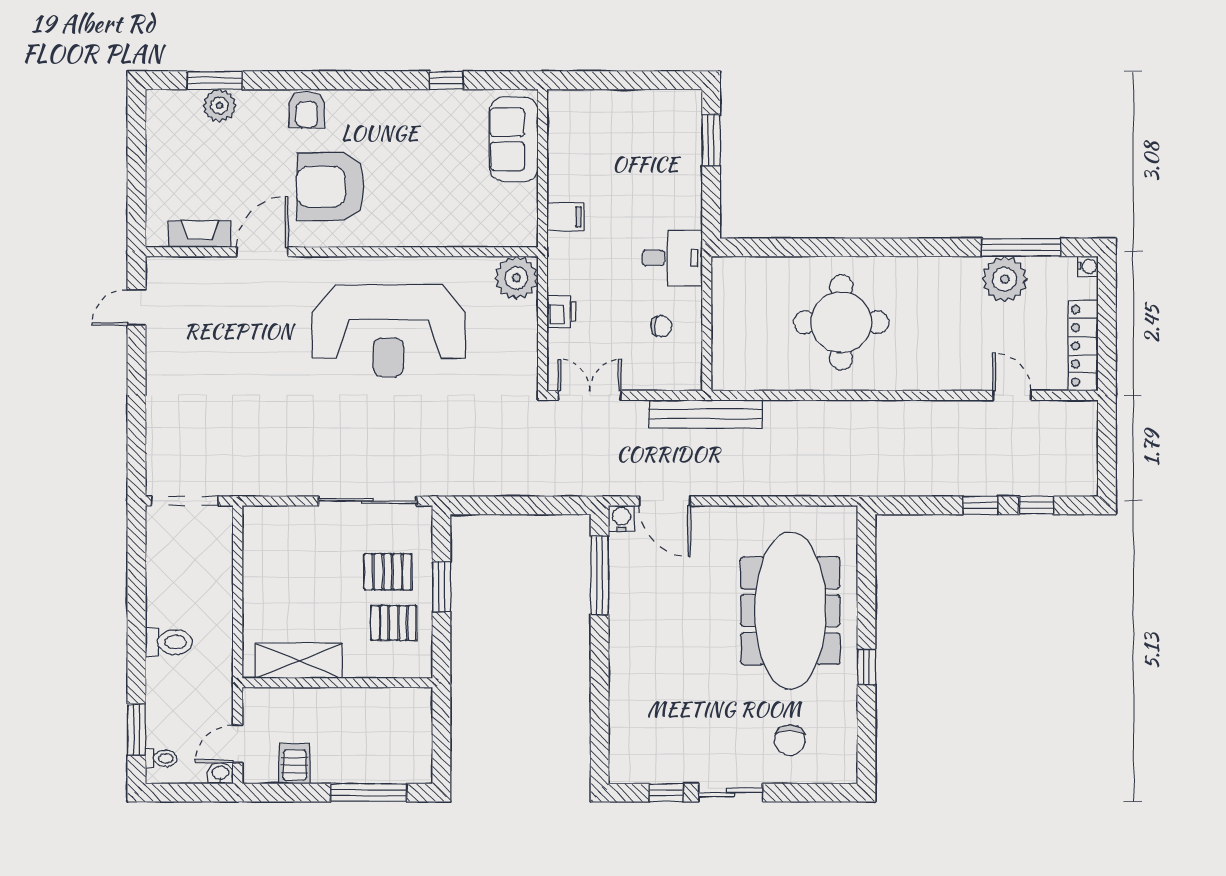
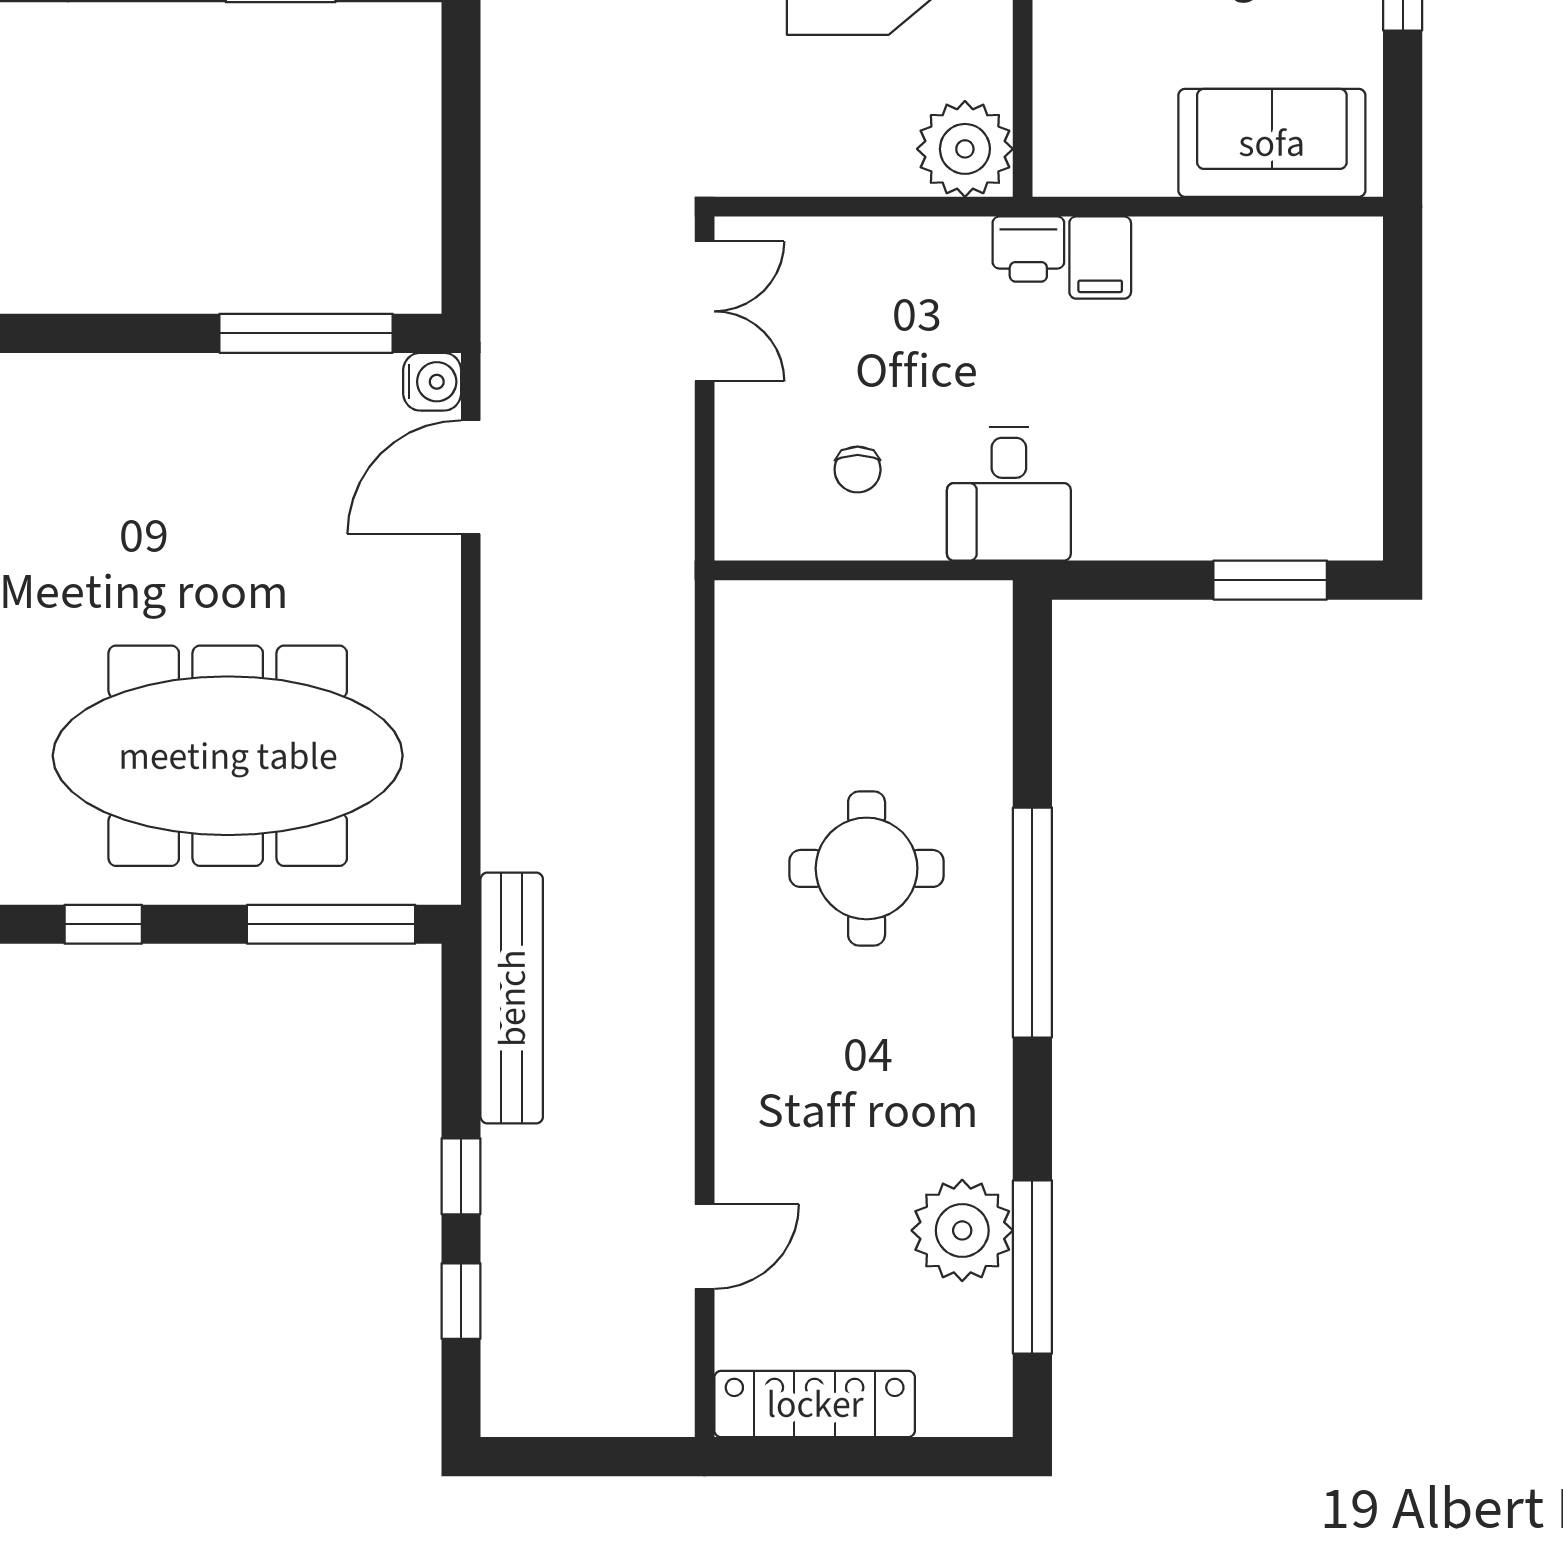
window: (866, 247) -> (1032, 923), added
water cooler: (1088, 266) -> (990, 1415), removed
printer: (562, 311) -> (1028, 249), moved
round table: (841, 322) -> (867, 868), width x0.73, depth x0.73
bench: (706, 414) -> (512, 998), moved
window: (866, 564) -> (331, 924), added

